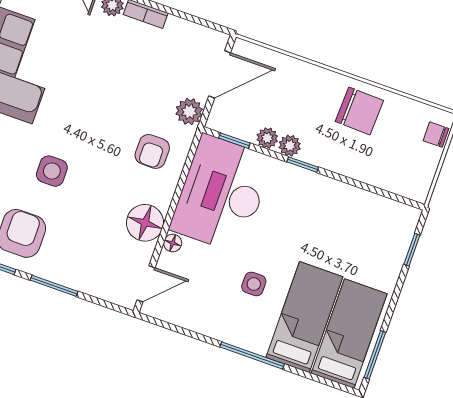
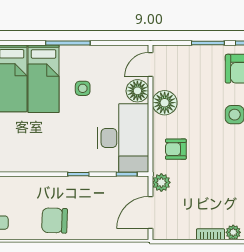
plant: (267, 138) -> (107, 183), removed
plant: (290, 146) -> (91, 183), removed
armchair: (152, 151) -> (176, 149), turned -90
floor lamp: (173, 243) -> (137, 91), width x1.89, depth x1.89

